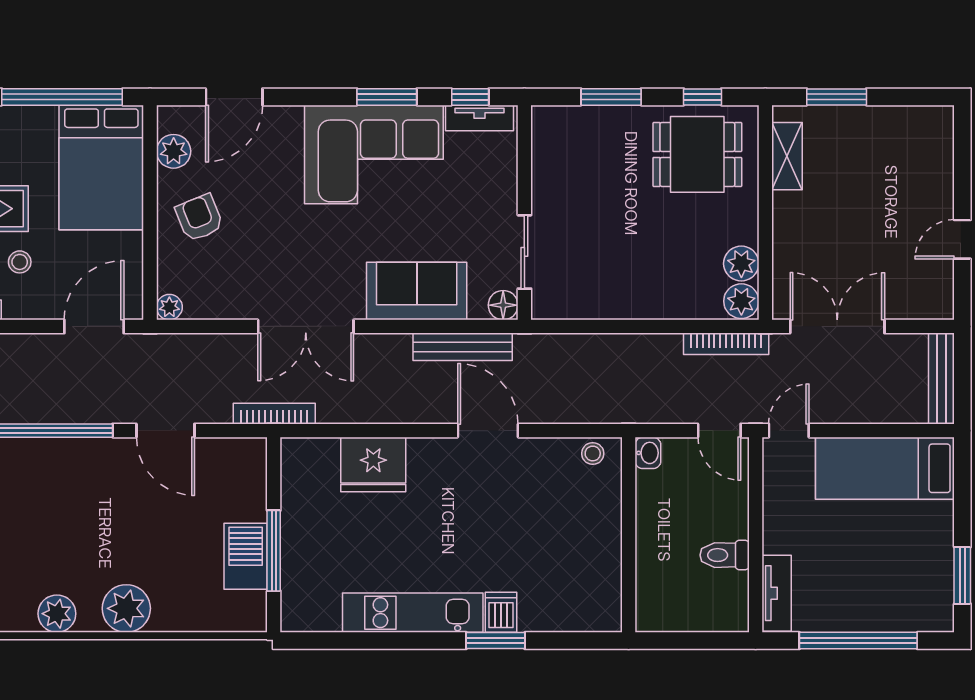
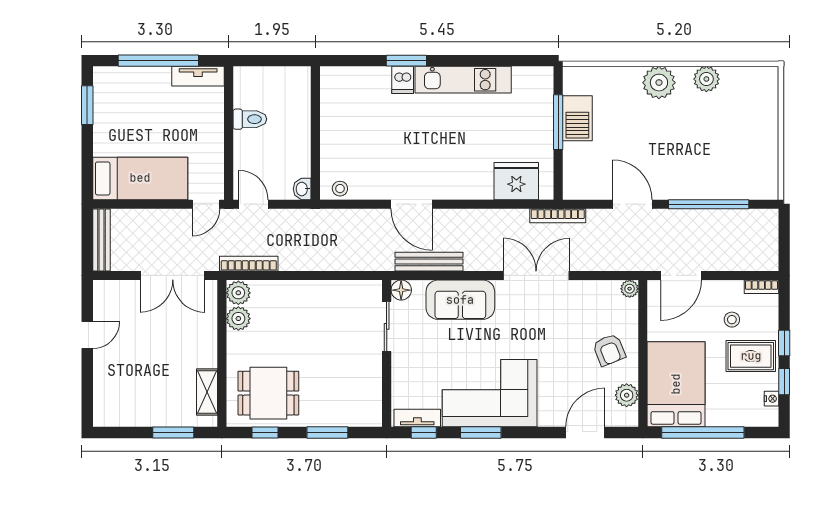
fridge: (373, 465) -> (516, 181), moved
tv unit: (777, 593) -> (198, 76), moved, turned -90

